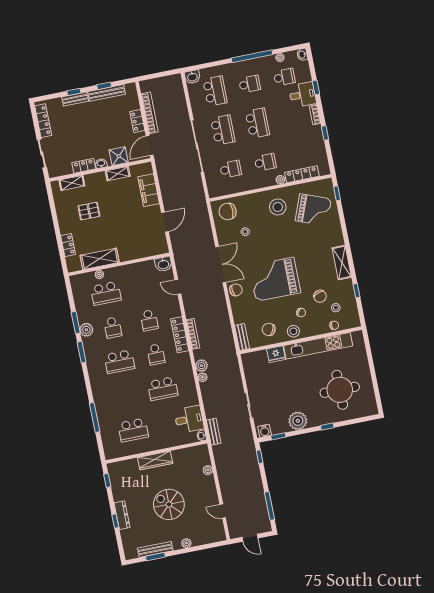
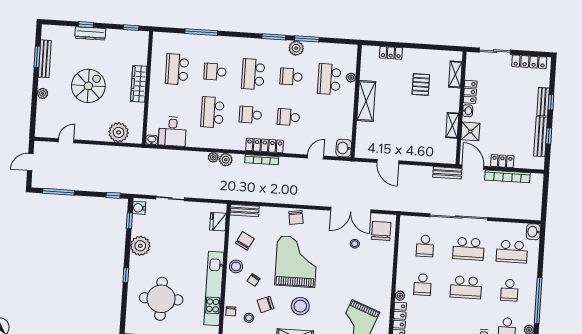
filing cabinet: (149, 190) -> (426, 153), removed
stool: (278, 207) -> (300, 306), moved
shelving: (100, 259) -> (366, 101), moved
double door: (221, 265) -> (351, 210), moved
fridge: (276, 354) -> (218, 222), moved
school desk: (126, 396) -> (215, 72), added
bench: (214, 432) -> (447, 173), moved
plant: (208, 470) -> (119, 132), width x1.88, depth x1.88

